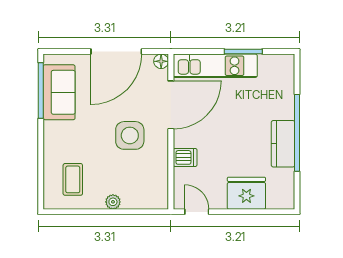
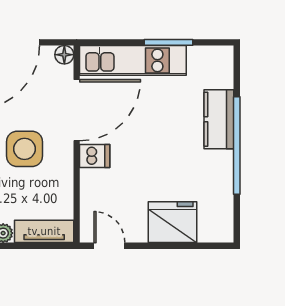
kitchen counter: (283, 144) -> (219, 119), moved
dishwasher: (185, 157) -> (95, 156), moved
tv unit: (145, 201) -> (44, 231), added

